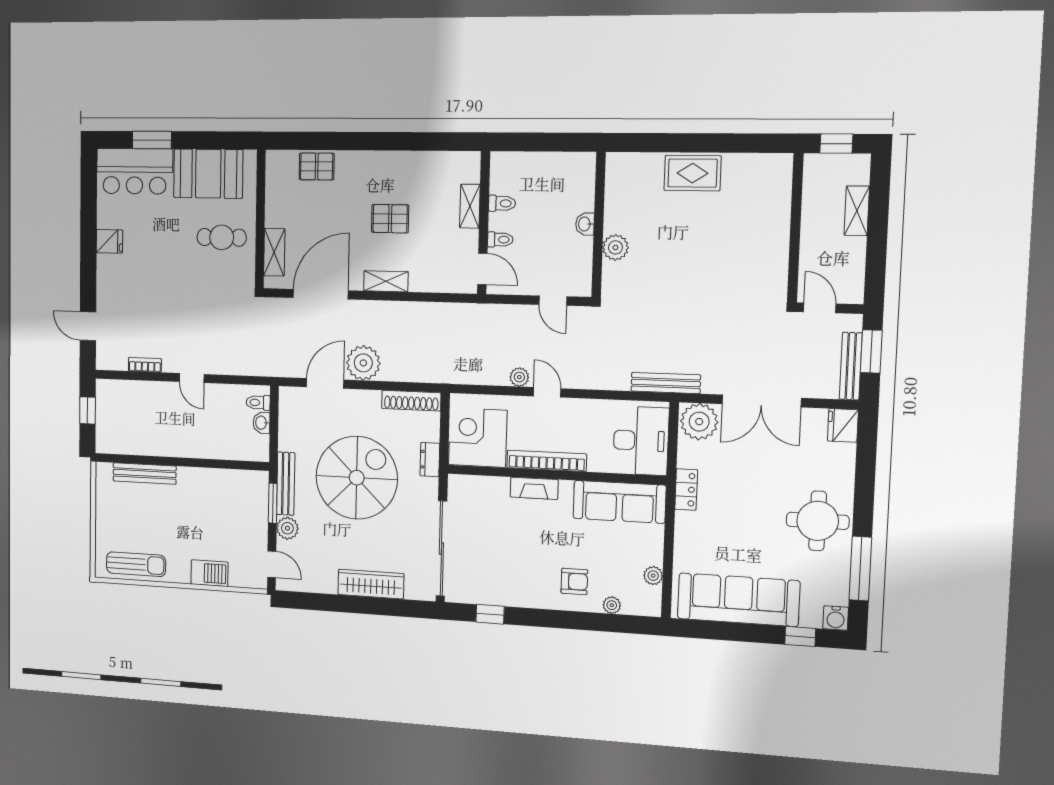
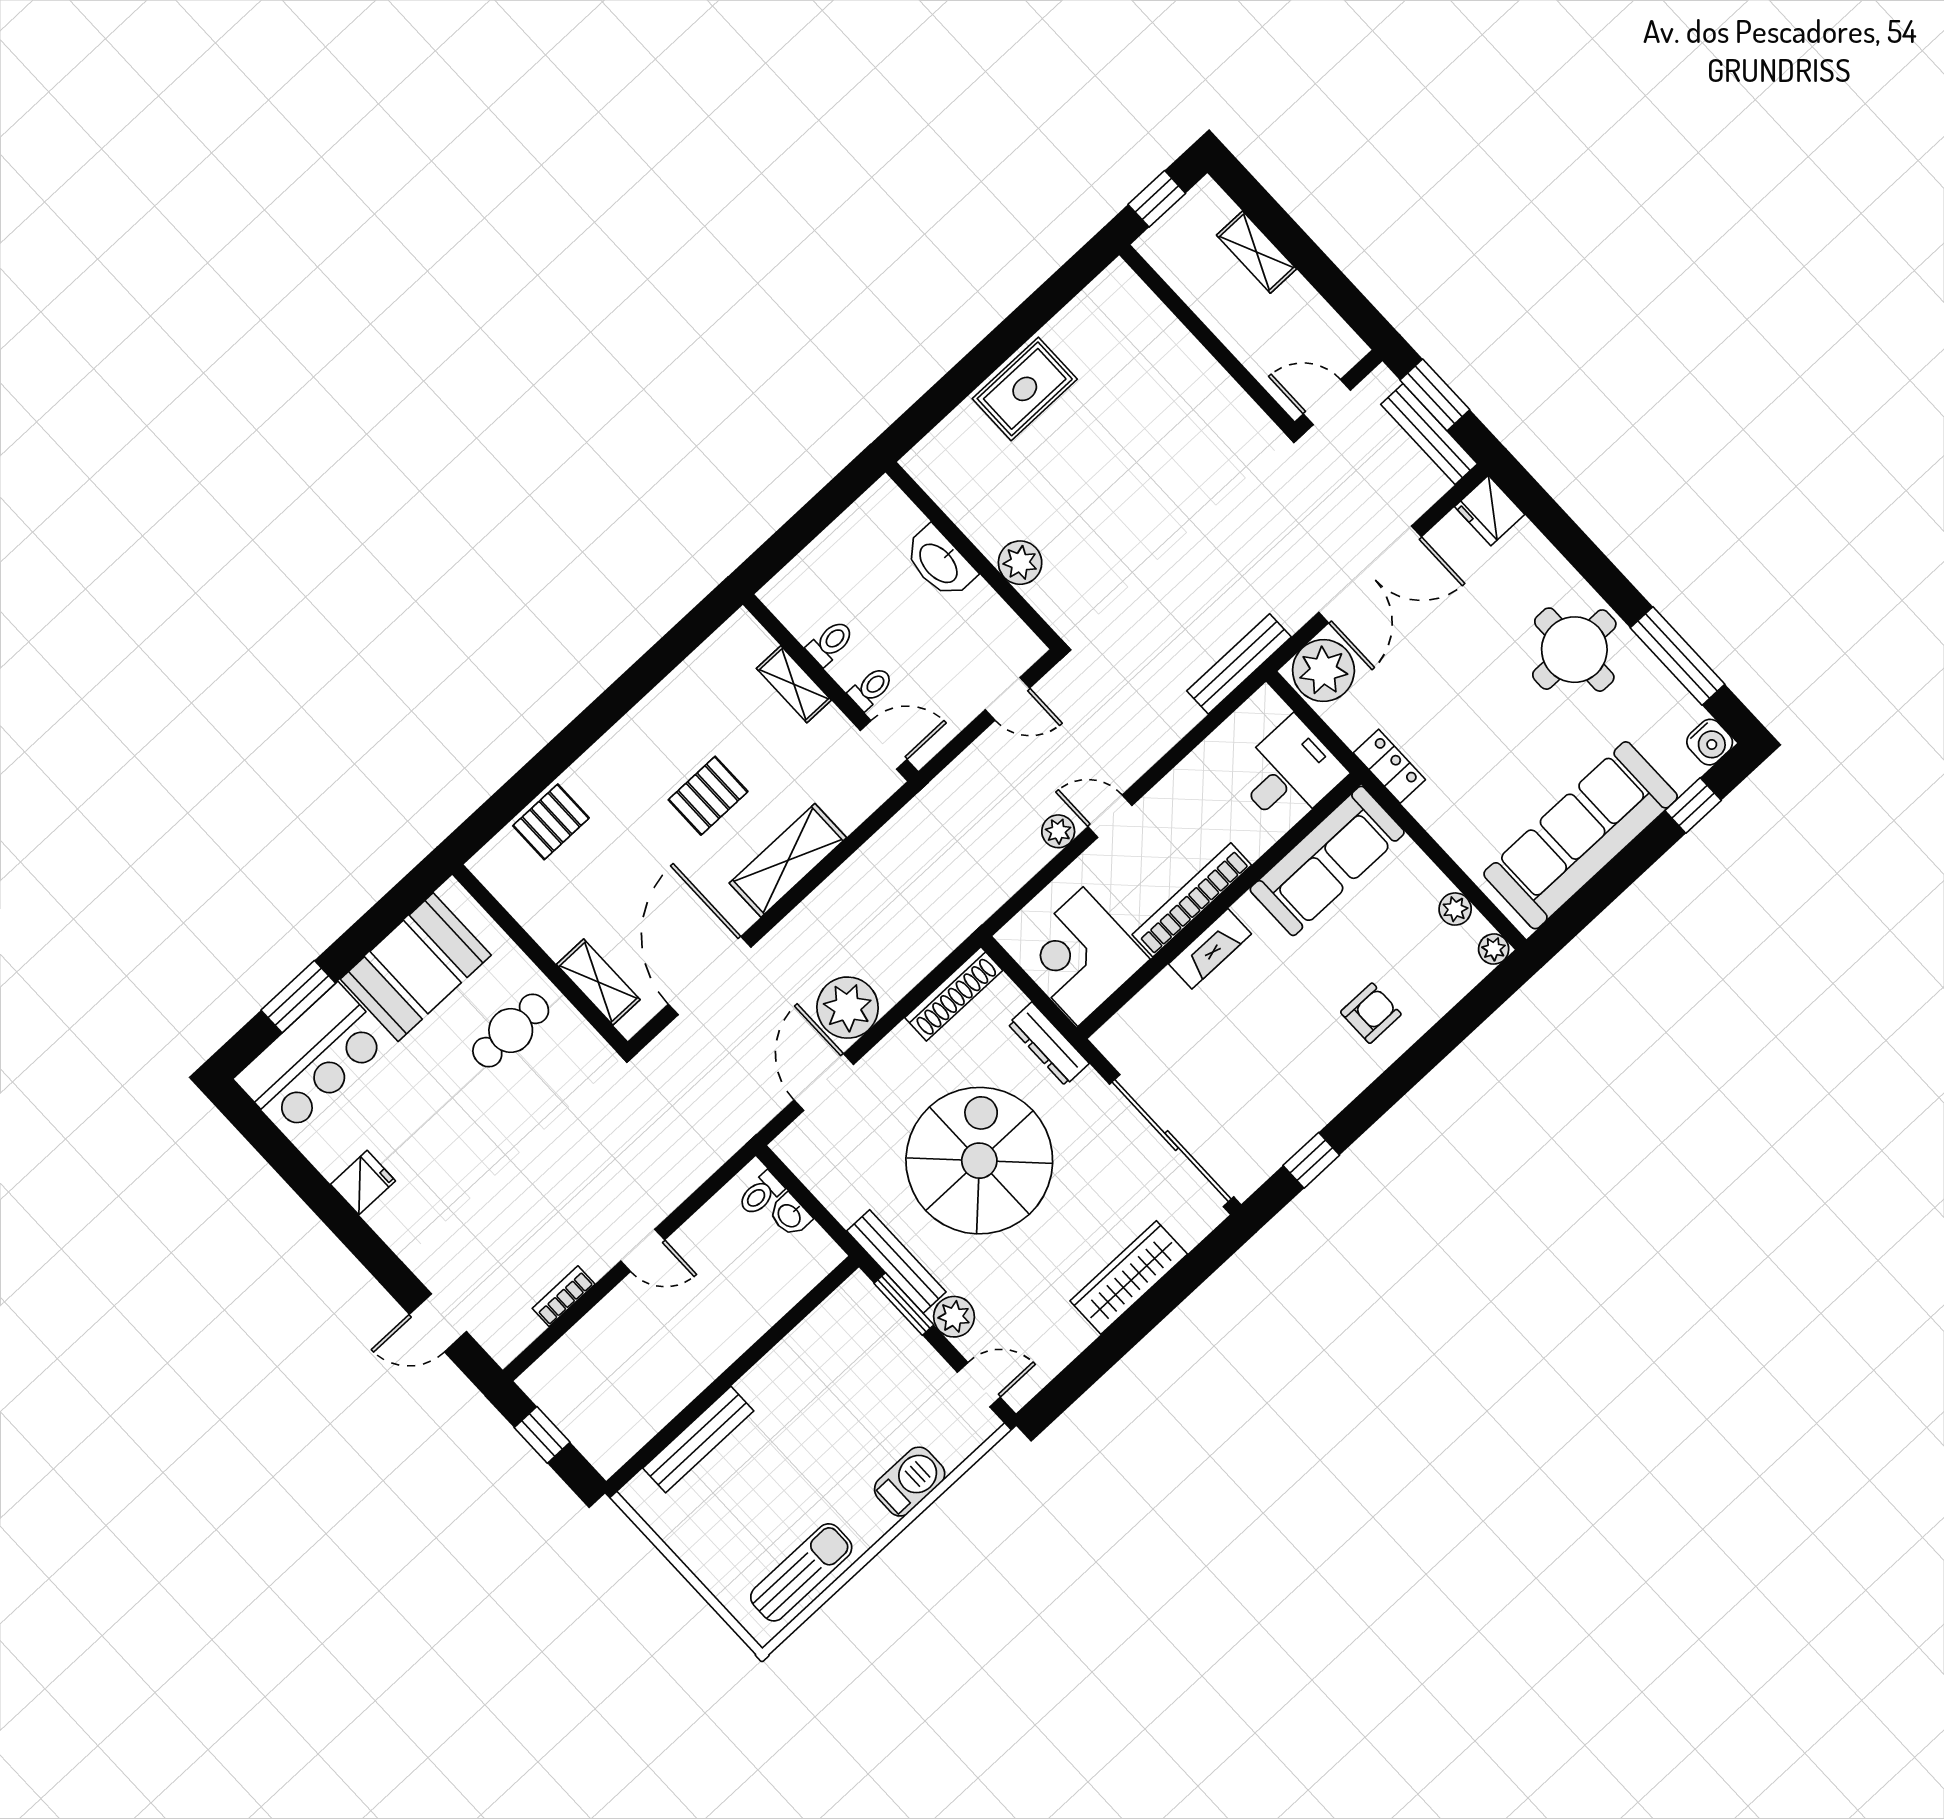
washbasin: (585, 224) -> (939, 563), width x1.91, depth x1.45
shelving: (386, 281) -> (788, 860), width x1.50, depth x1.33
desk: (641, 441) -> (1289, 773), width x0.73
dresser: (430, 460) -> (1048, 1044), width x1.44
plant: (612, 605) -> (1494, 949), moved

